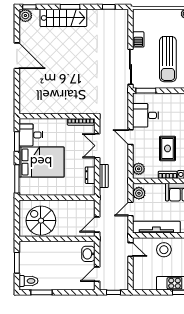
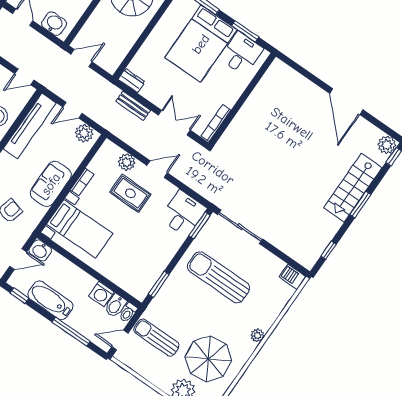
barbecue: (138, 39) -> (293, 277), moved
door: (17, 56) -> (346, 102), hinge flipped
desk: (146, 115) -> (183, 214), moved
rug: (168, 148) -> (130, 193), moved
plant: (139, 169) -> (127, 162), moved
dresser: (90, 175) -> (131, 81), moved
door: (130, 209) -> (72, 110), swing flipped
door: (97, 224) -> (82, 58), hinge flipped

